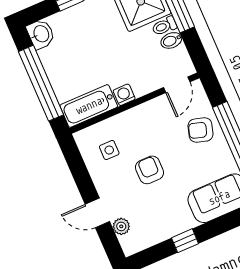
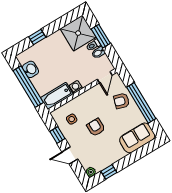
washbasin: (41, 34) -> (31, 69), moved
window: (81, 174) -> (57, 135), added
plant: (121, 226) -> (91, 172), moved
window: (185, 241) -> (109, 172), moved

